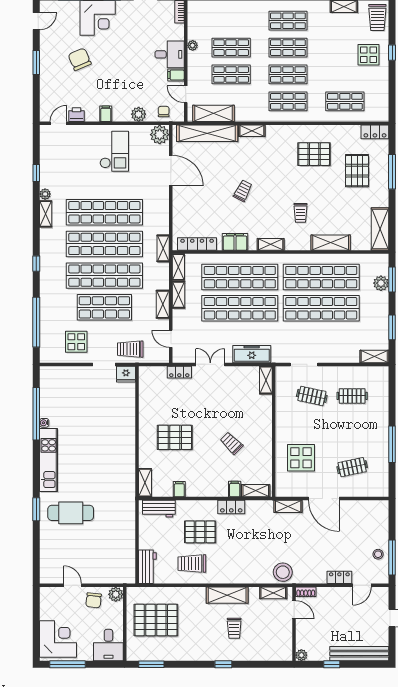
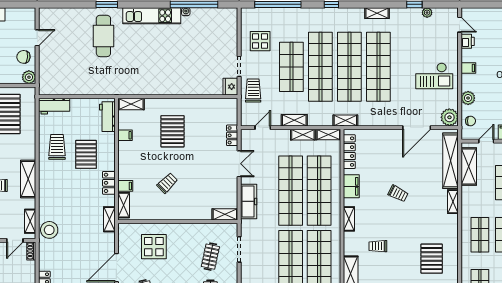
plant: (45, 194) -> (427, 13), moved
shelving: (288, 506) -> (109, 219), moved

